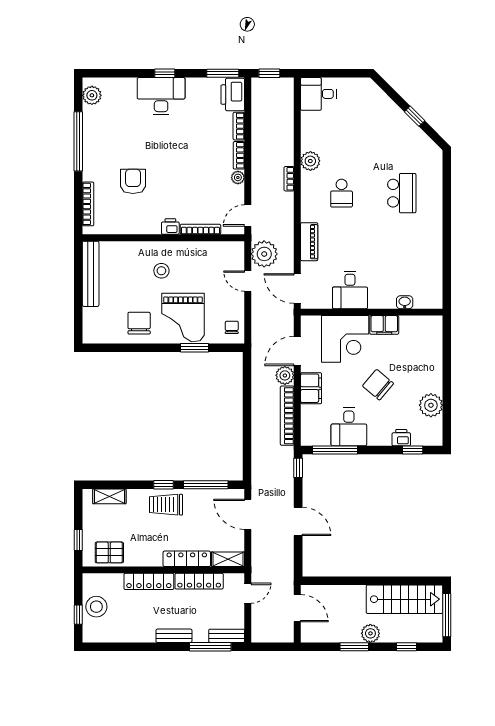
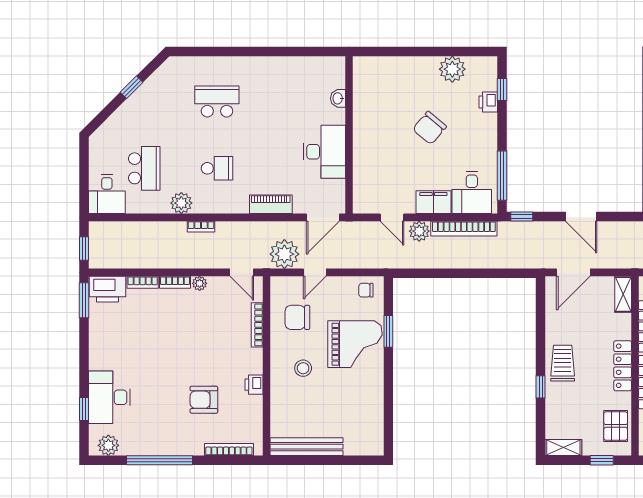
window: (165, 73) -> (84, 409), moved
desk: (161, 96) -> (109, 397), moved
school desk: (342, 128) -> (144, 168), added
printer: (170, 227) -> (254, 385), moved
desk: (350, 290) -> (324, 152), width x1.37
chair: (139, 323) -> (297, 317), moved
filing cabinet: (384, 325) -> (363, 121), removed
corner desk: (345, 339) -> (379, 164), removed
door: (297, 351) -> (392, 217), width x0.73
desk: (349, 427) -> (472, 193), moved, turned 90
window: (164, 485) -> (541, 387), moved
window: (206, 485) -> (541, 319), removed
shelving: (109, 496) -> (563, 448), moved, turned 90
trolley: (166, 505) -> (563, 363), turned 180
door: (298, 521) -> (581, 216), swing flipped
locker: (187, 559) -> (623, 366), moved

